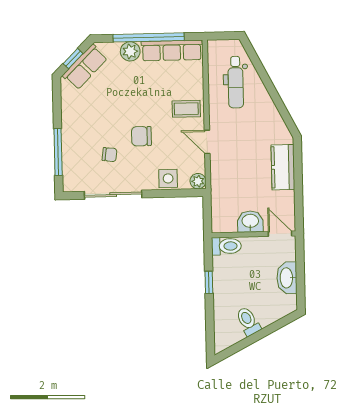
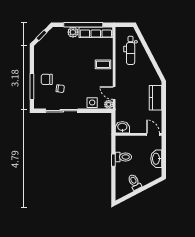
row of seats: (85, 67) -> (48, 40), removed
chair: (141, 136) -> (47, 79), moved
door: (207, 142) -> (114, 93), moved
washbasin: (250, 221) -> (122, 127), moved
toilet: (226, 246) -> (123, 157), moved

